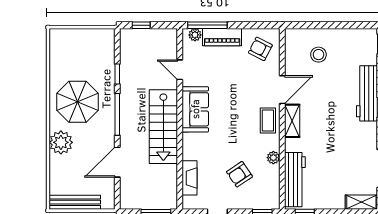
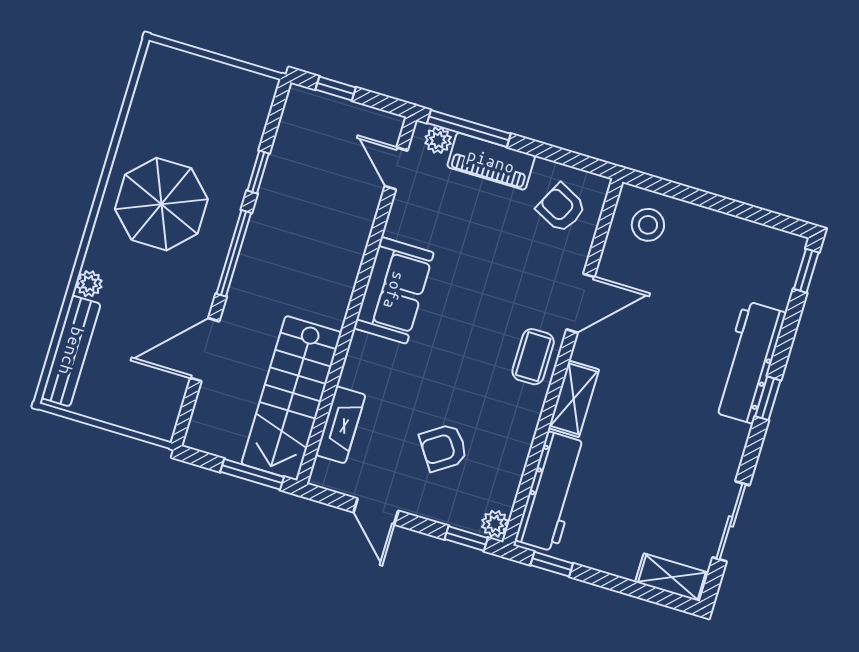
stool: (318, 55) -> (648, 225), moved
door: (180, 70) -> (396, 168), moved
shelving: (292, 121) -> (574, 399), moved
stairs: (163, 127) -> (291, 398), moved
plant: (61, 142) -> (89, 284), width x0.53, depth x0.53
plant: (273, 158) -> (495, 524), moved
bench: (75, 202) -> (71, 351), moved, turned 90

